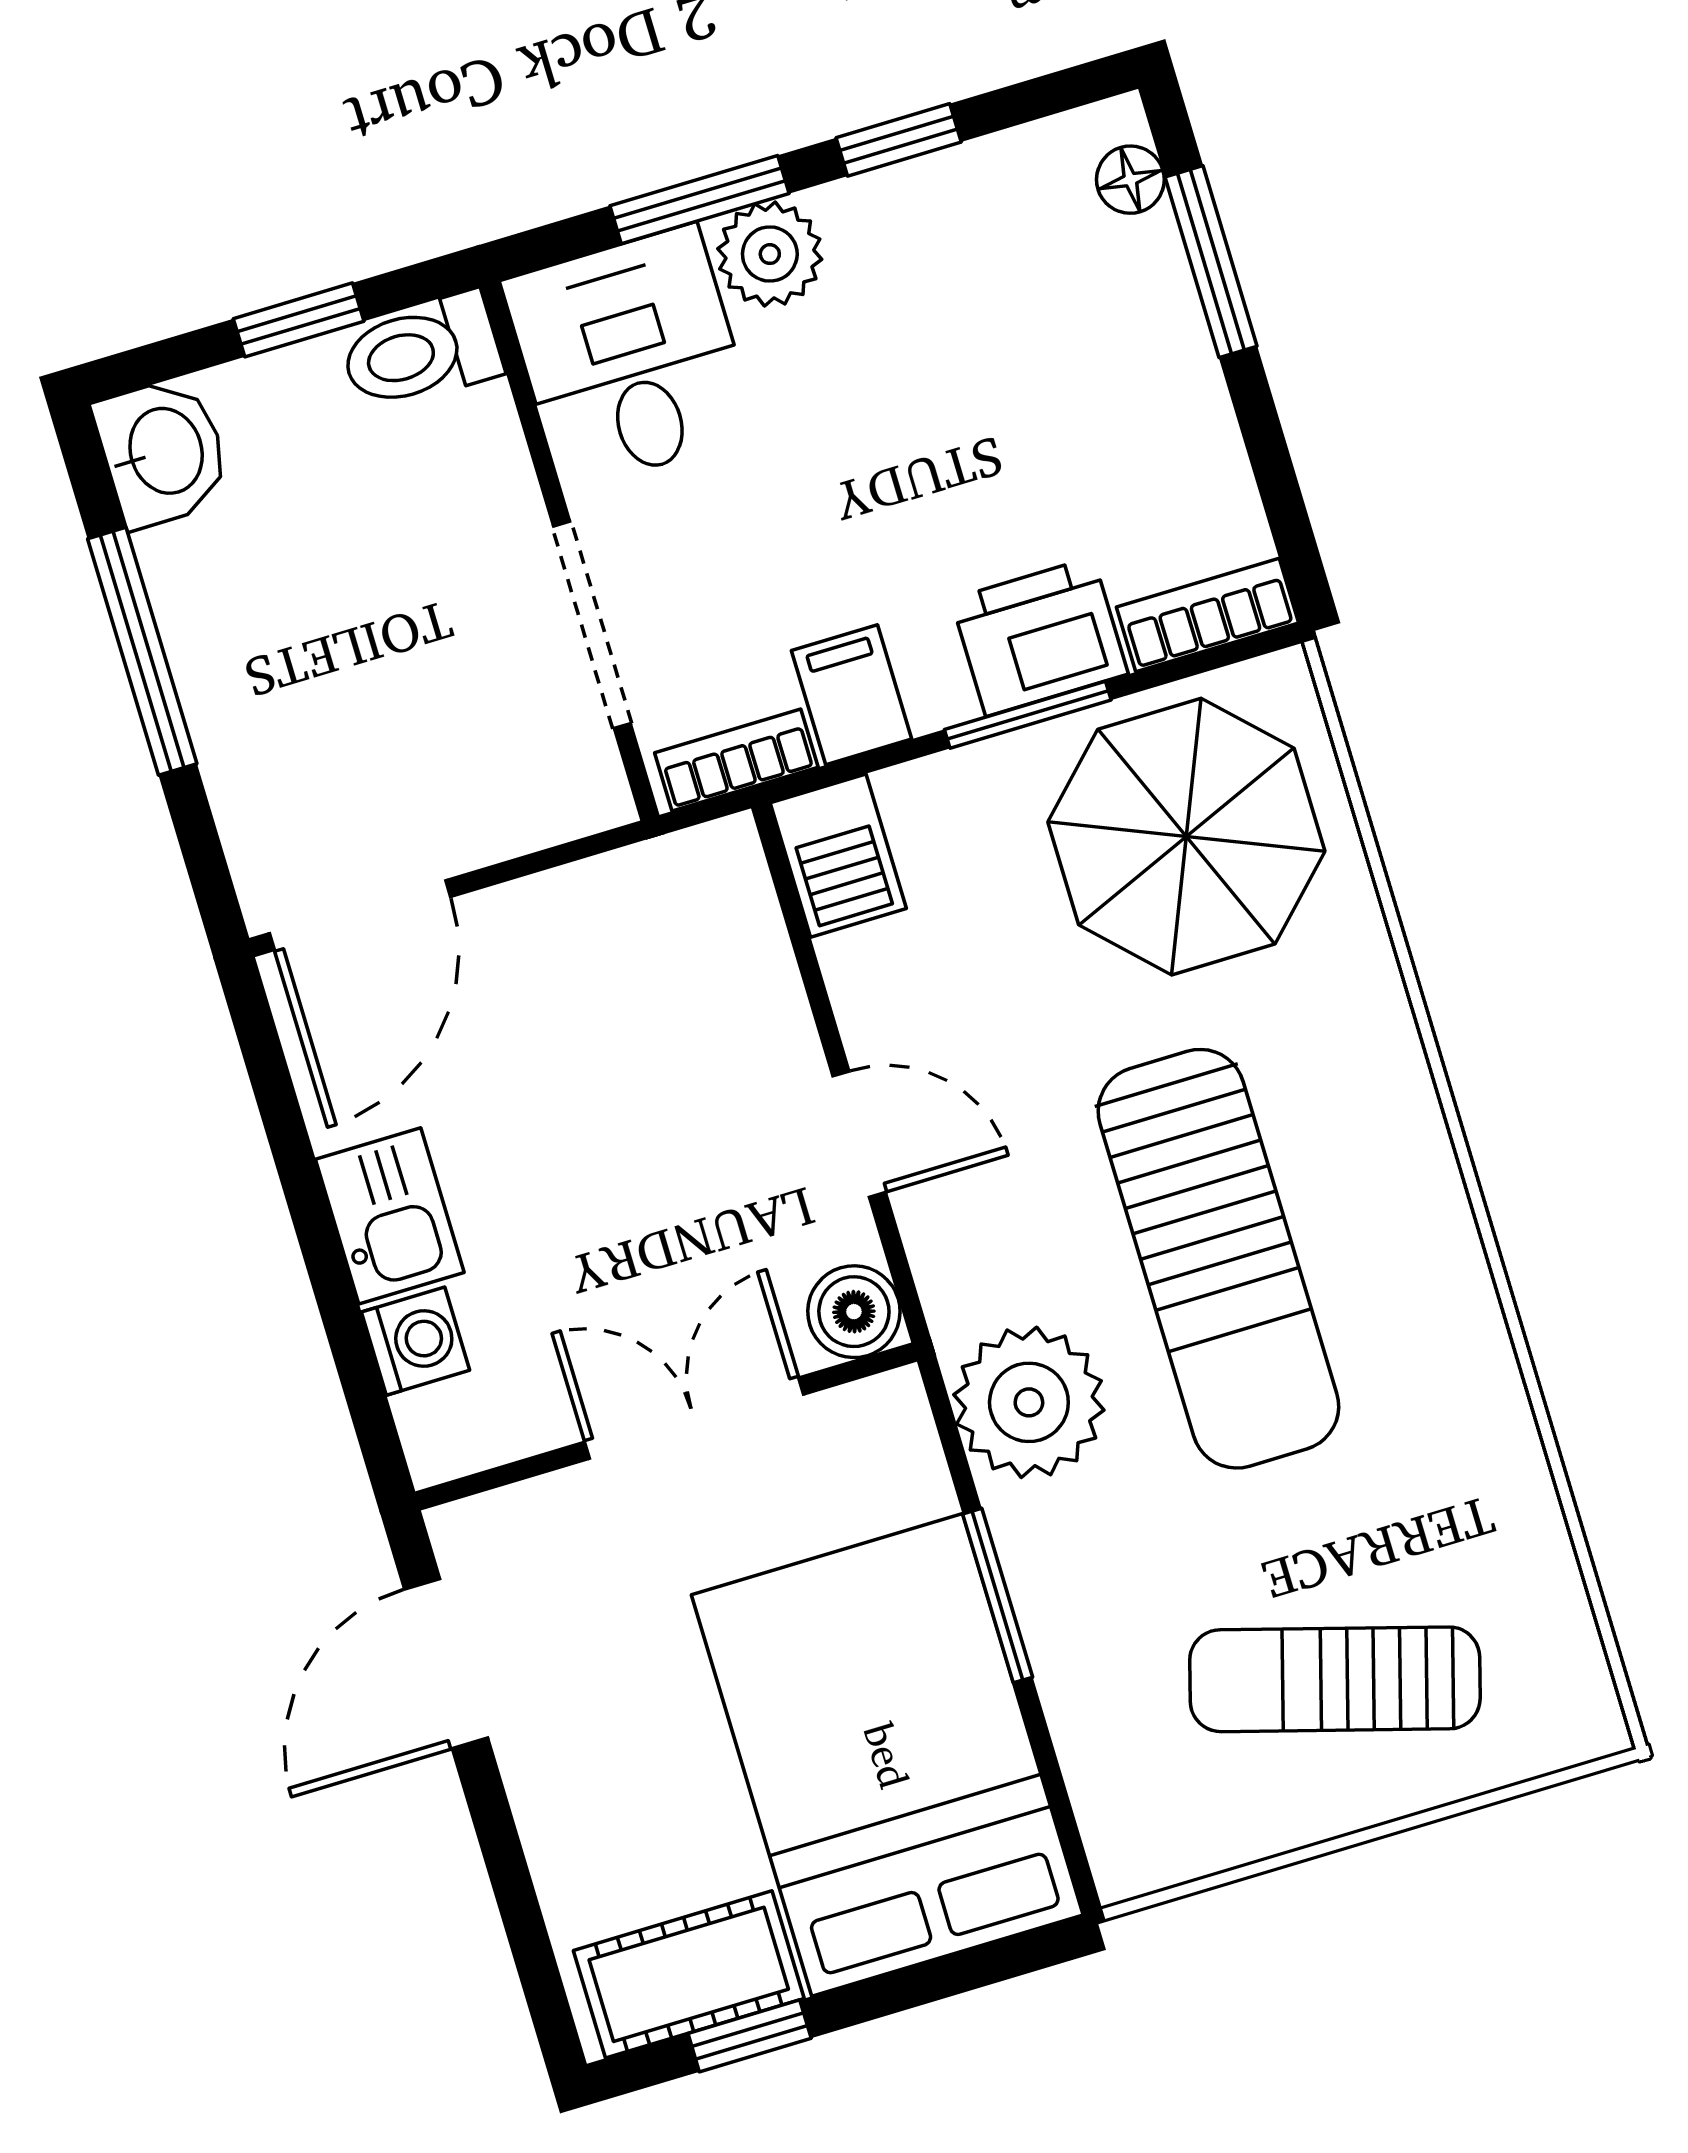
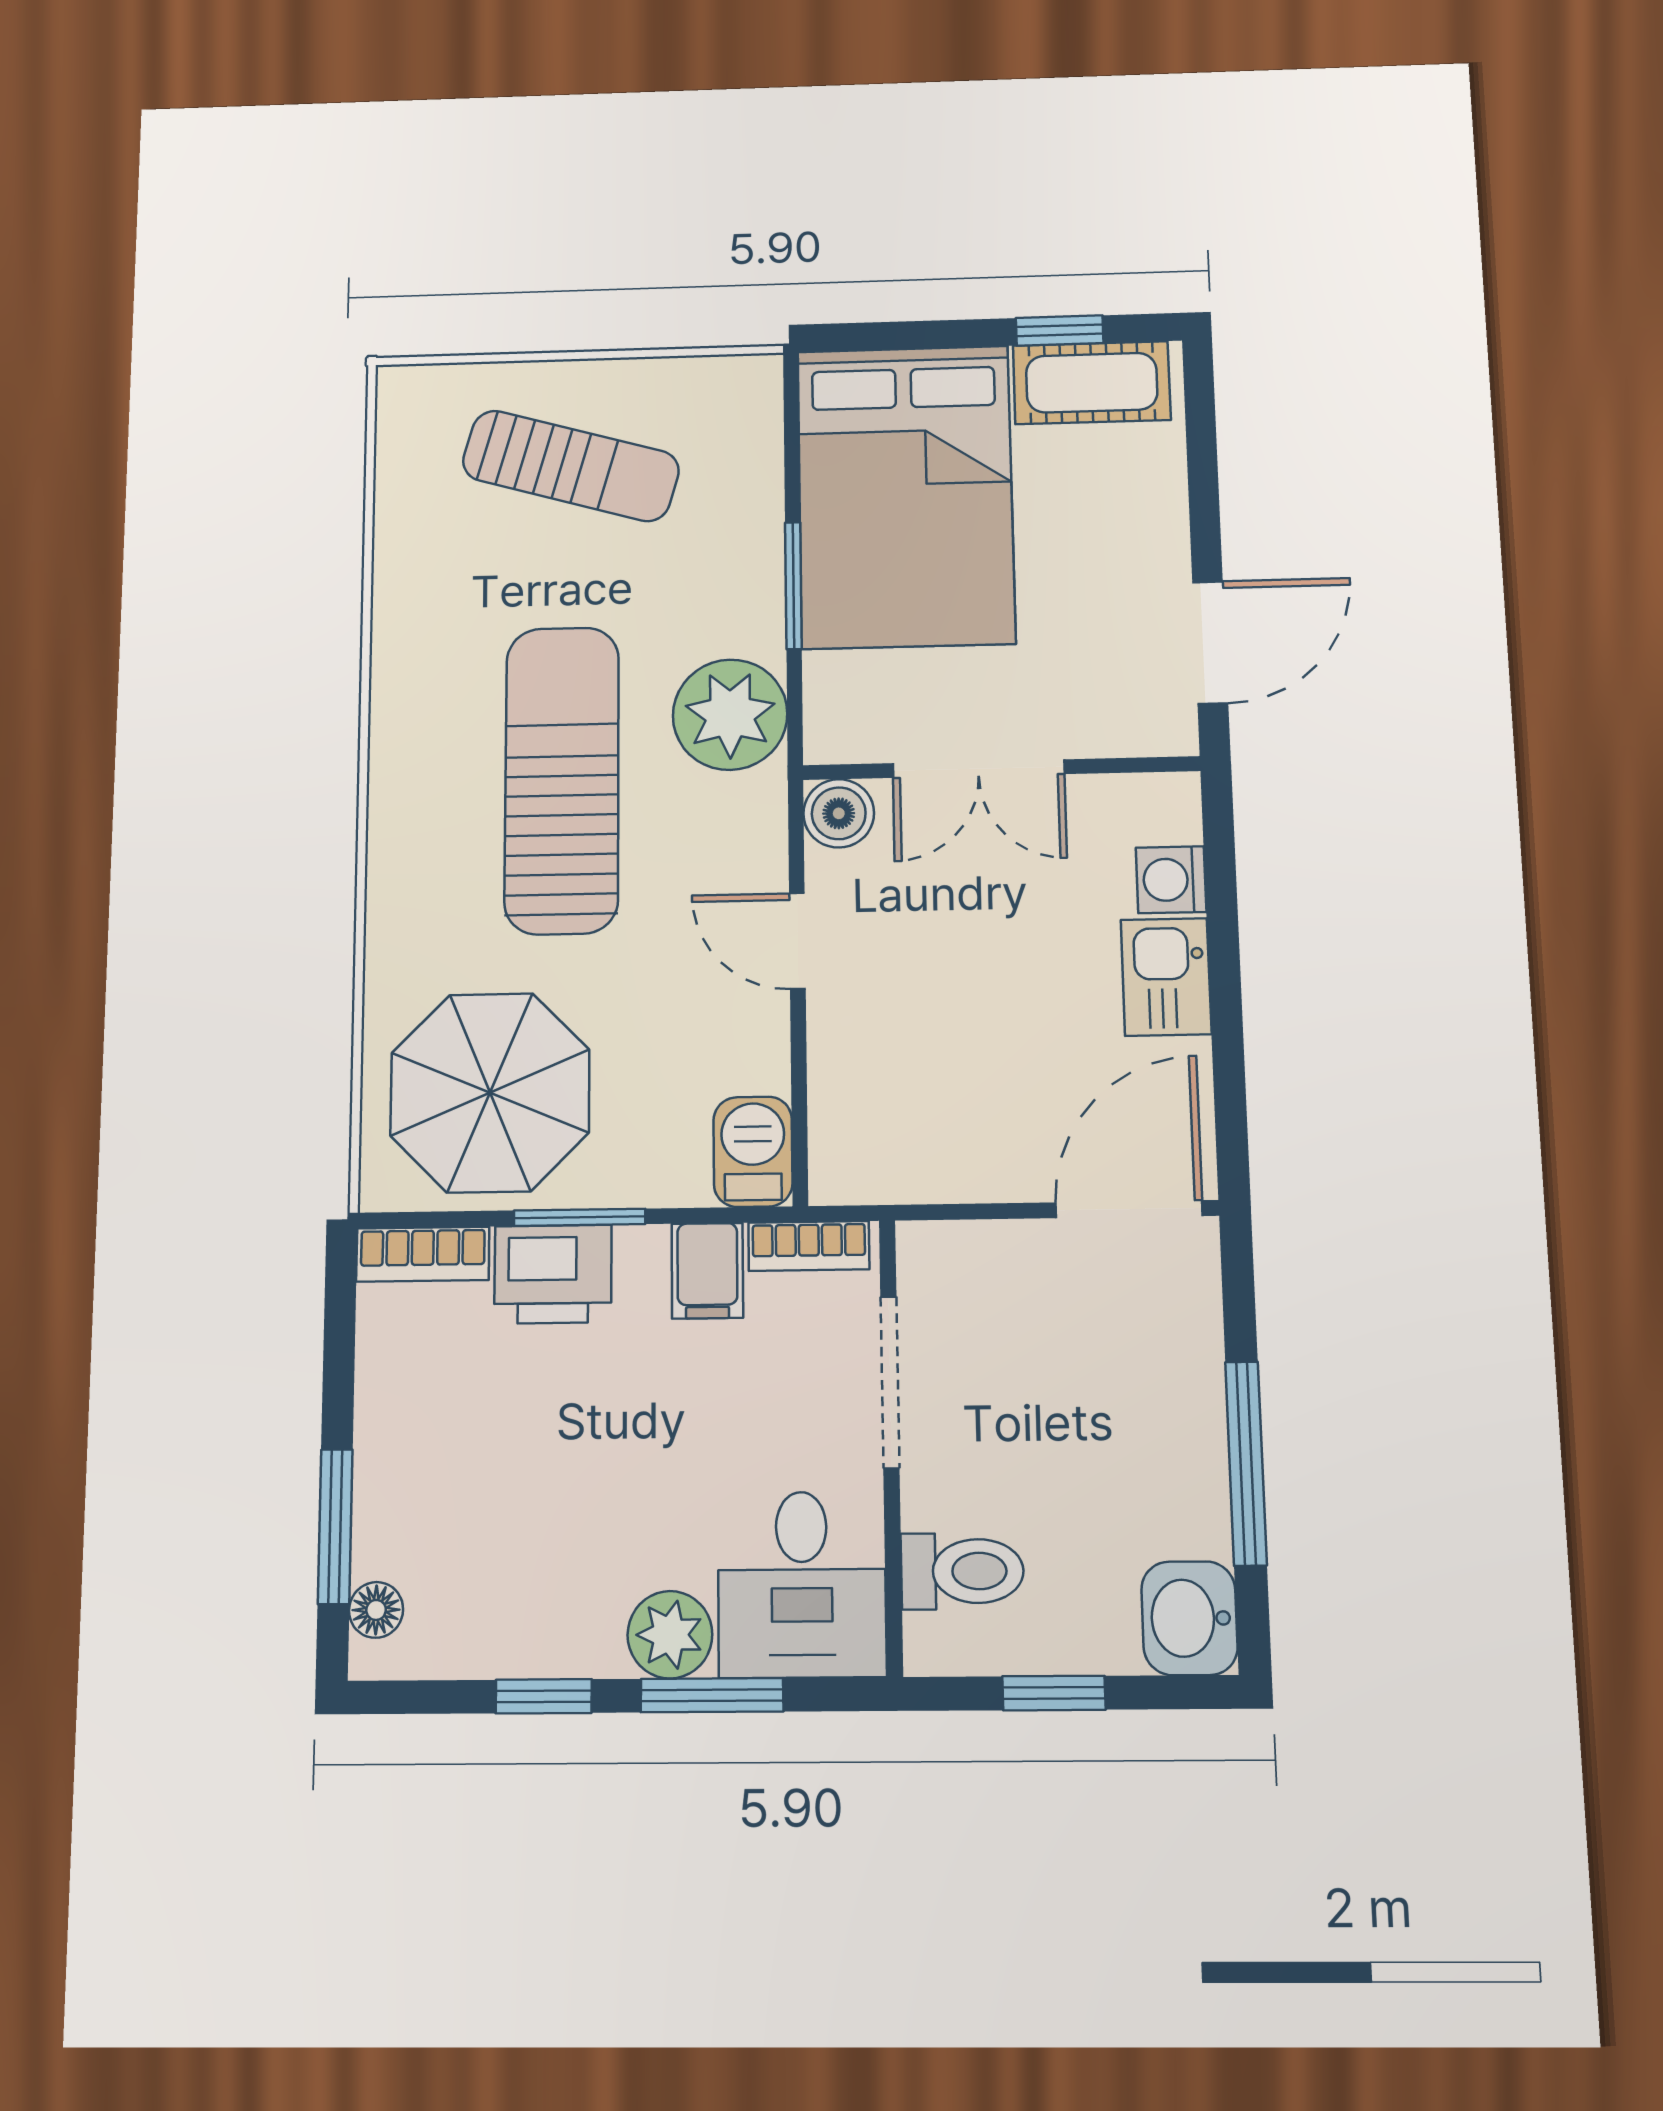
toilet: (421, 352) -> (962, 1571), moved

